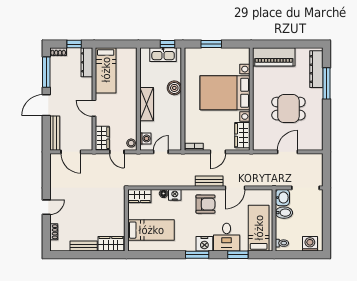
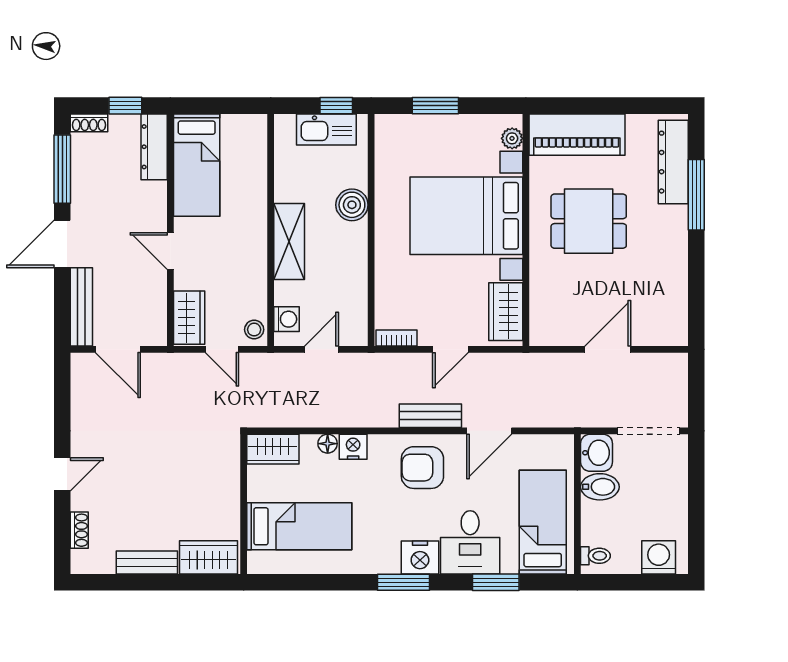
plant: (245, 59) -> (512, 138), added
dining table: (288, 109) -> (589, 221), moved
armchair: (205, 204) -> (422, 468), turned 180

